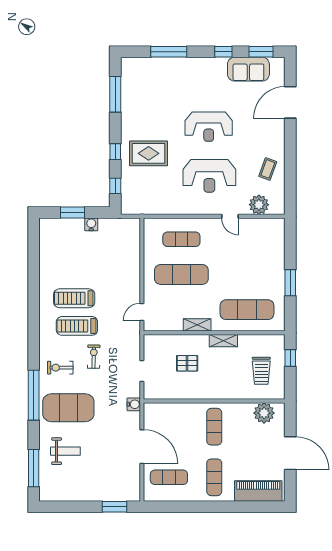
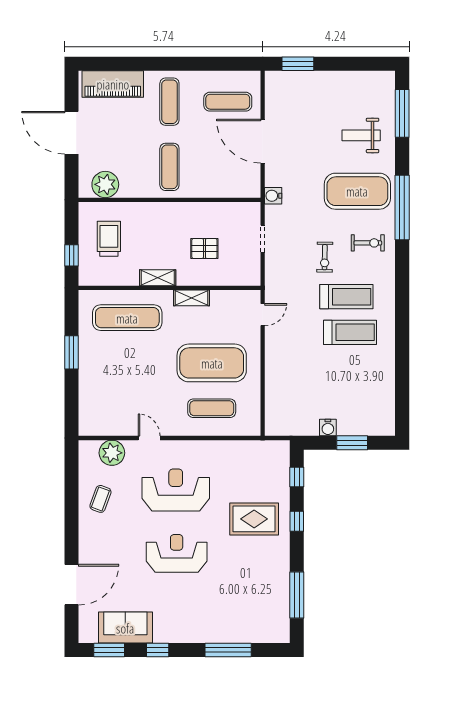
exercise mat: (181, 274) -> (212, 363), width x1.47

